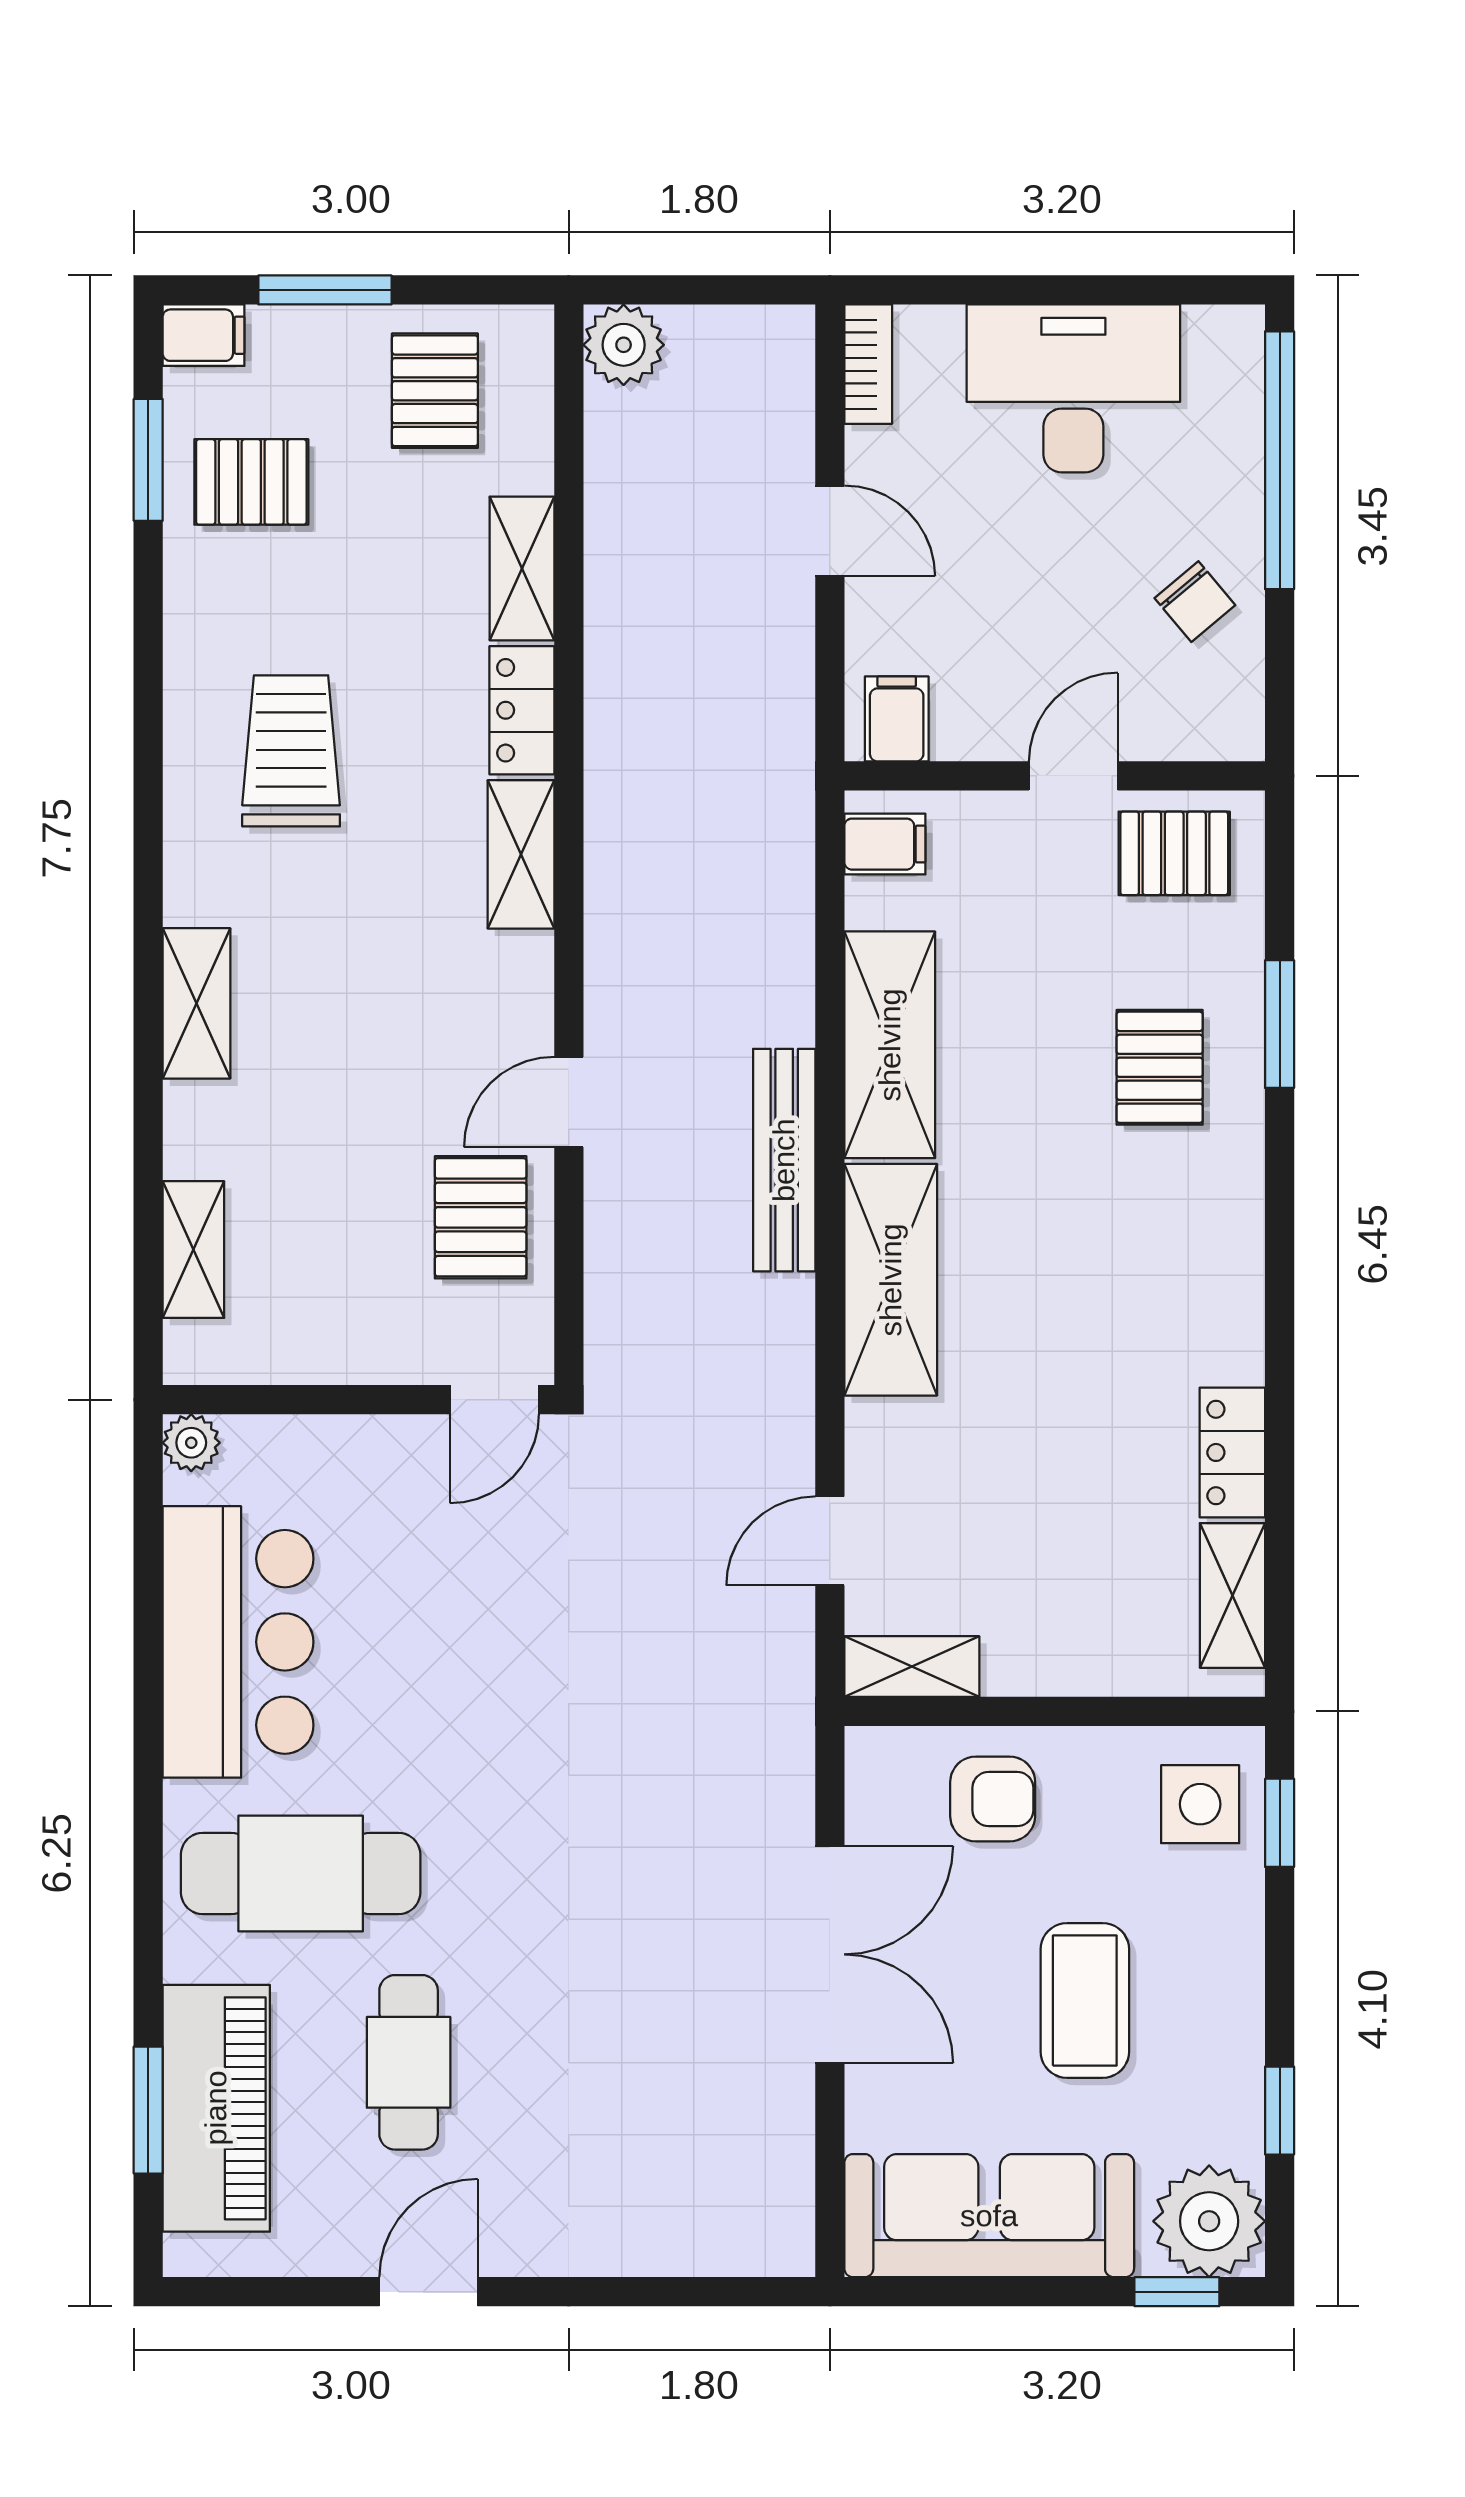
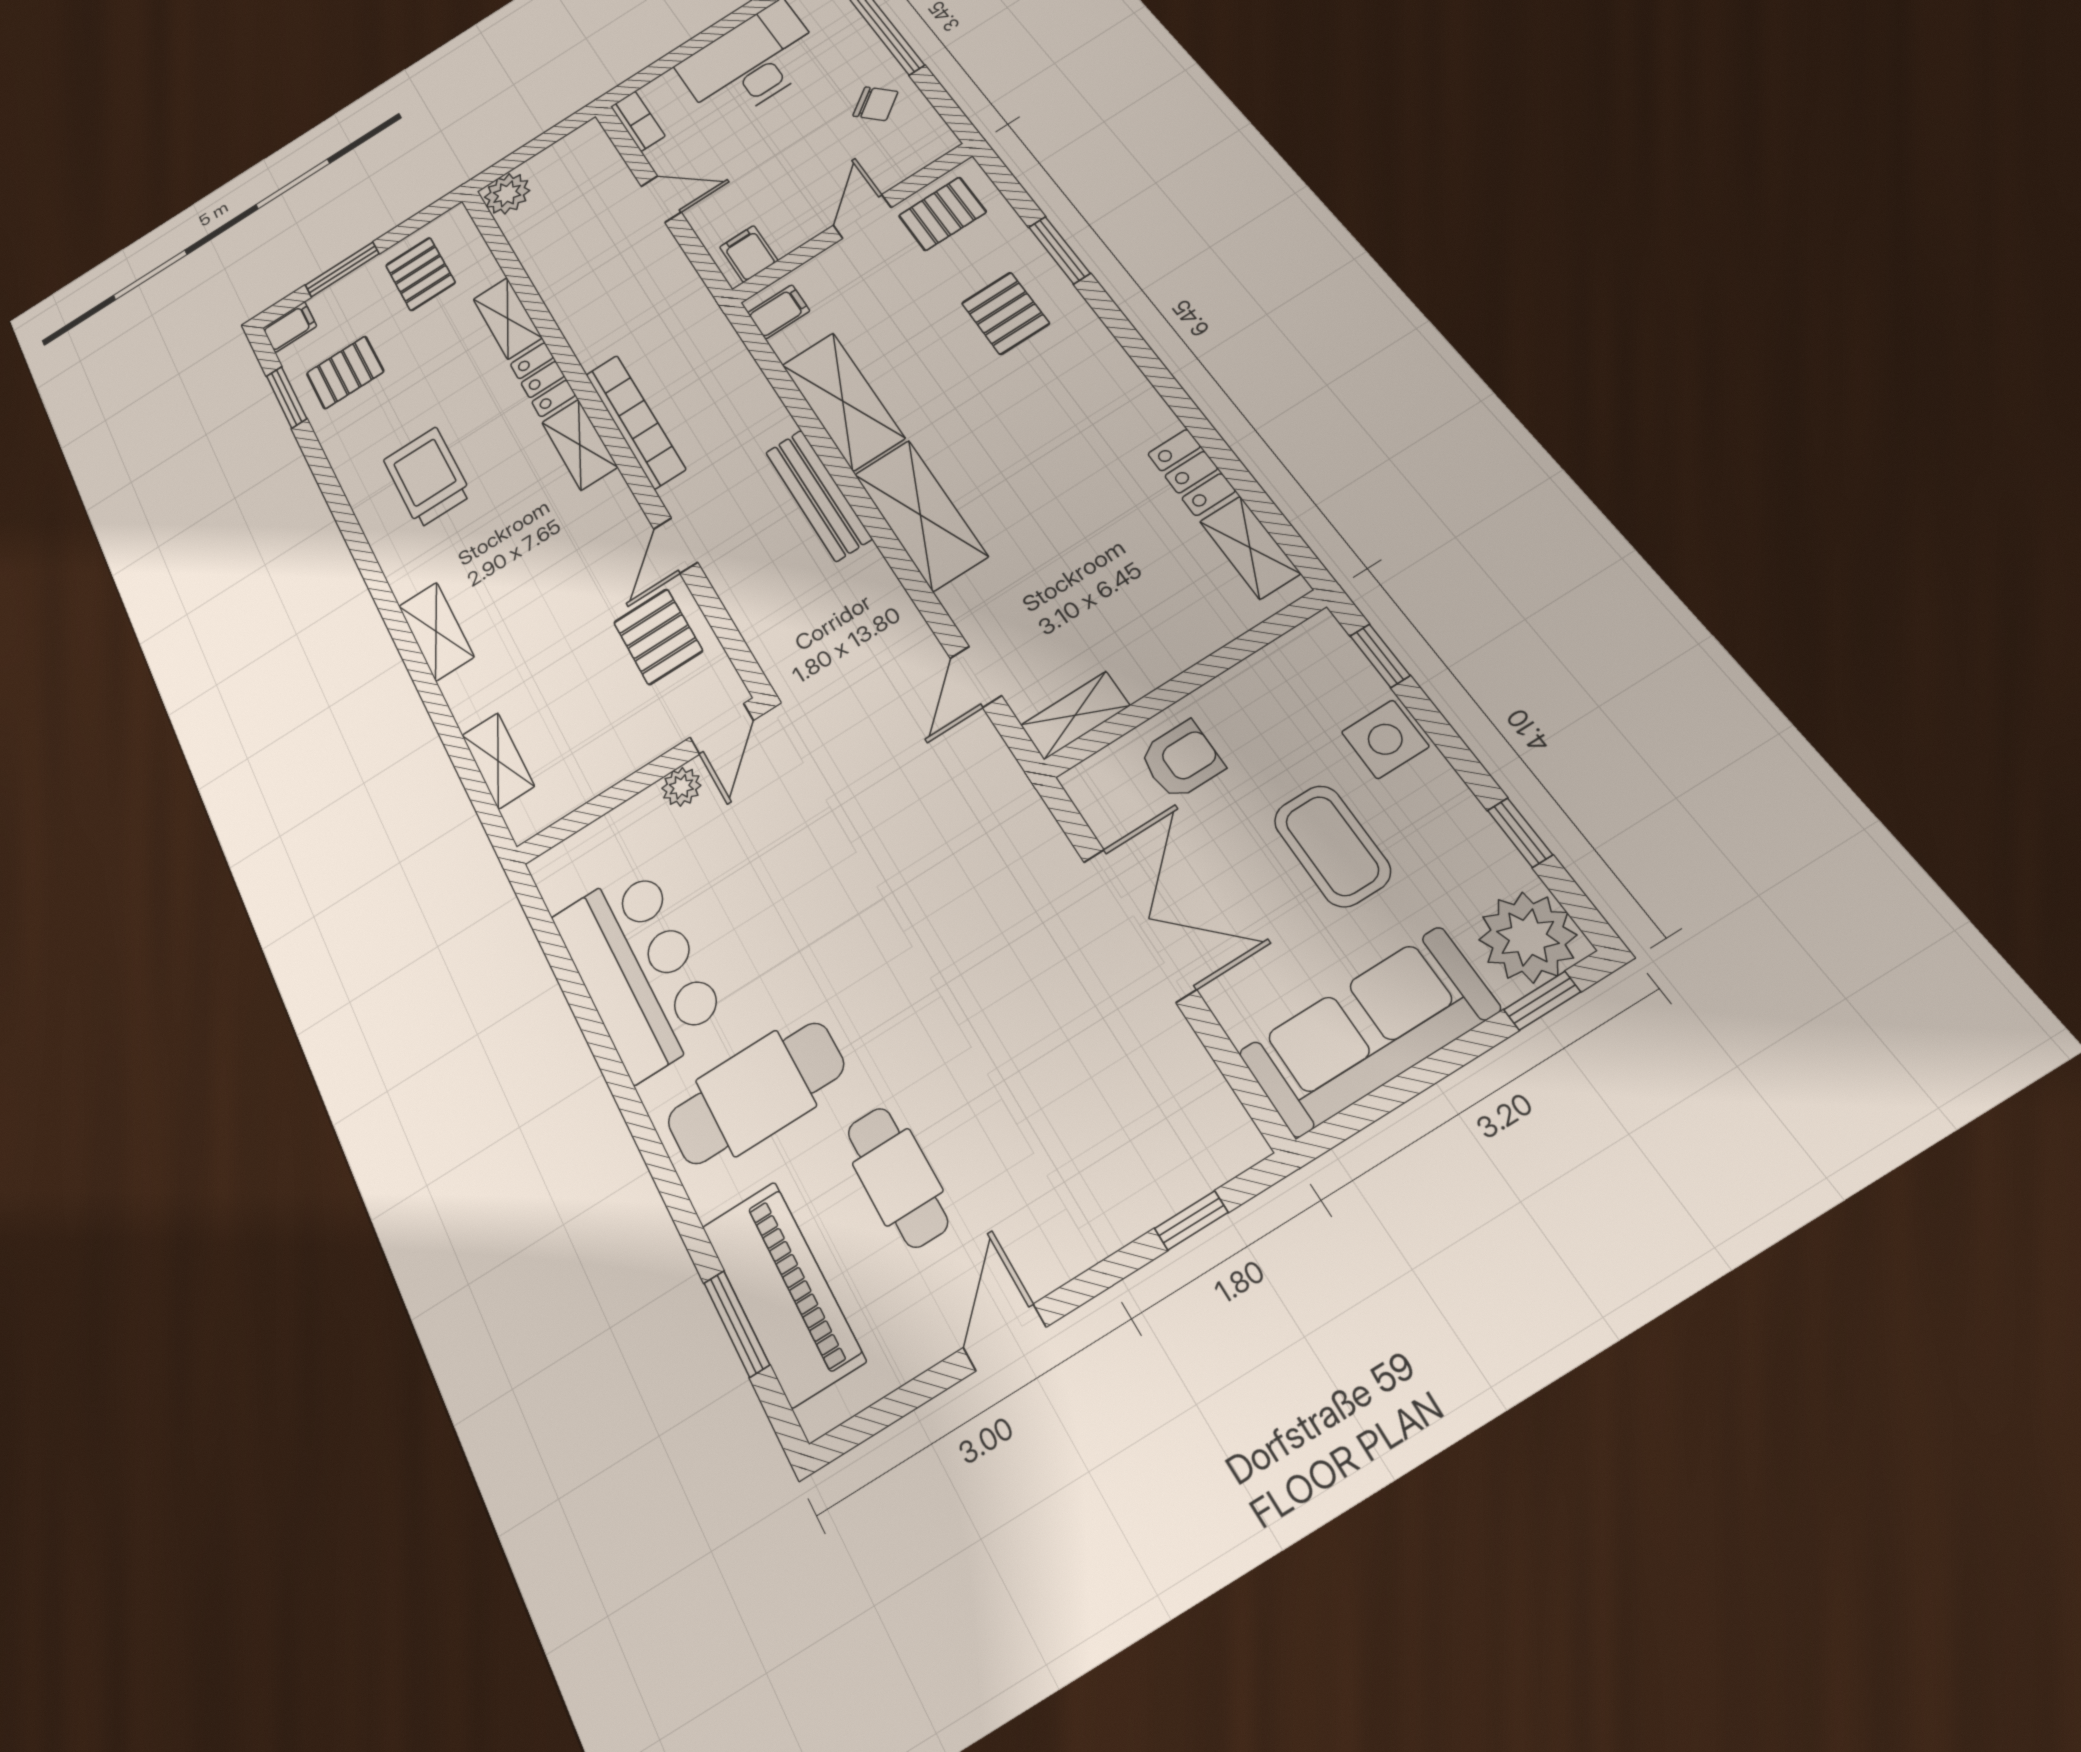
bookcase: (612, 873) -> (635, 421), added
plant: (191, 1443) -> (681, 787), moved
side table: (1200, 1804) -> (1385, 739), moved
window: (689, 2292) -> (1191, 1220), added

